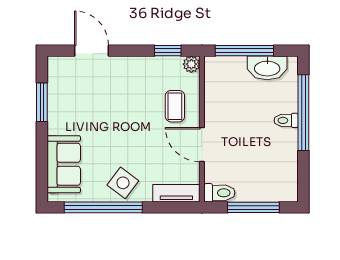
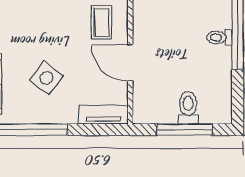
side table: (123, 183) -> (46, 78), moved
toilet: (219, 193) -> (188, 108), moved, turned -90

